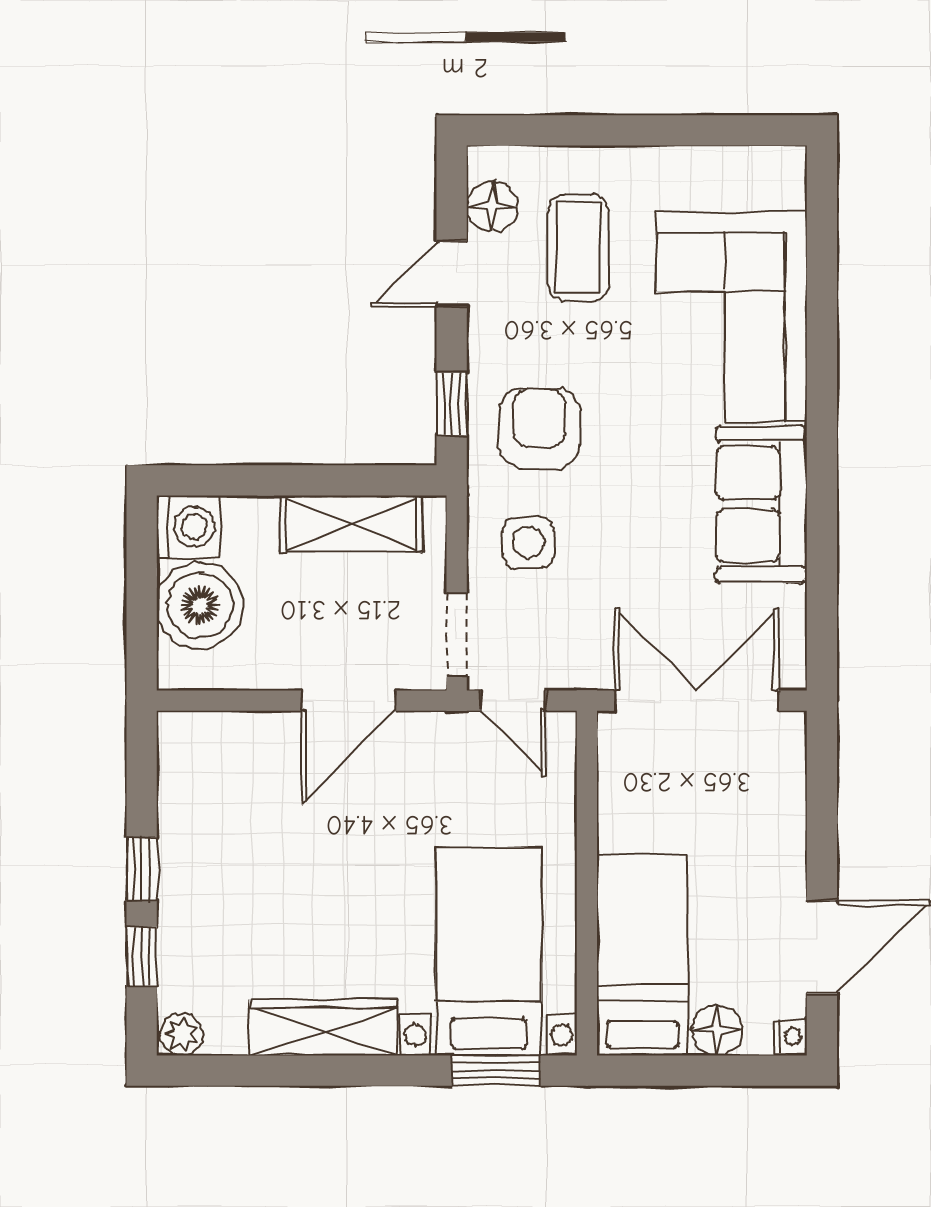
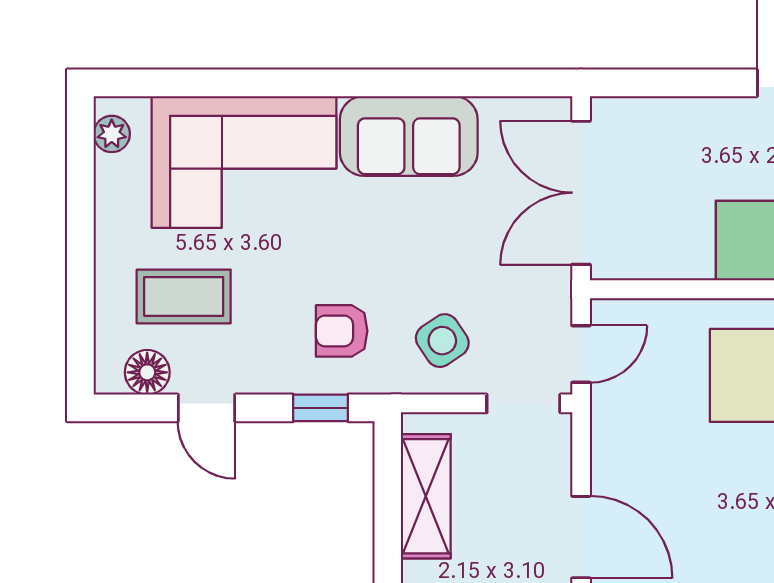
plant: (764, 166) -> (112, 134), added
armchair: (539, 428) -> (342, 331), width x0.72, depth x0.72
side table: (528, 542) -> (442, 341), turned -34
door: (349, 701) -> (581, 537), moved

